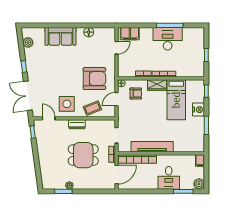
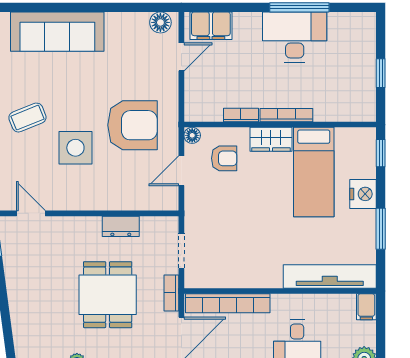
floor lamp: (89, 32) -> (160, 22), moved
sofa: (61, 36) -> (57, 32), width x1.36
side table: (67, 104) -> (75, 148), moved
coffee table: (92, 108) -> (27, 118), moved
dresser: (77, 124) -> (121, 226), moved
tv unit: (152, 147) -> (330, 276), moved
dining table: (83, 155) -> (108, 295), turned 90

